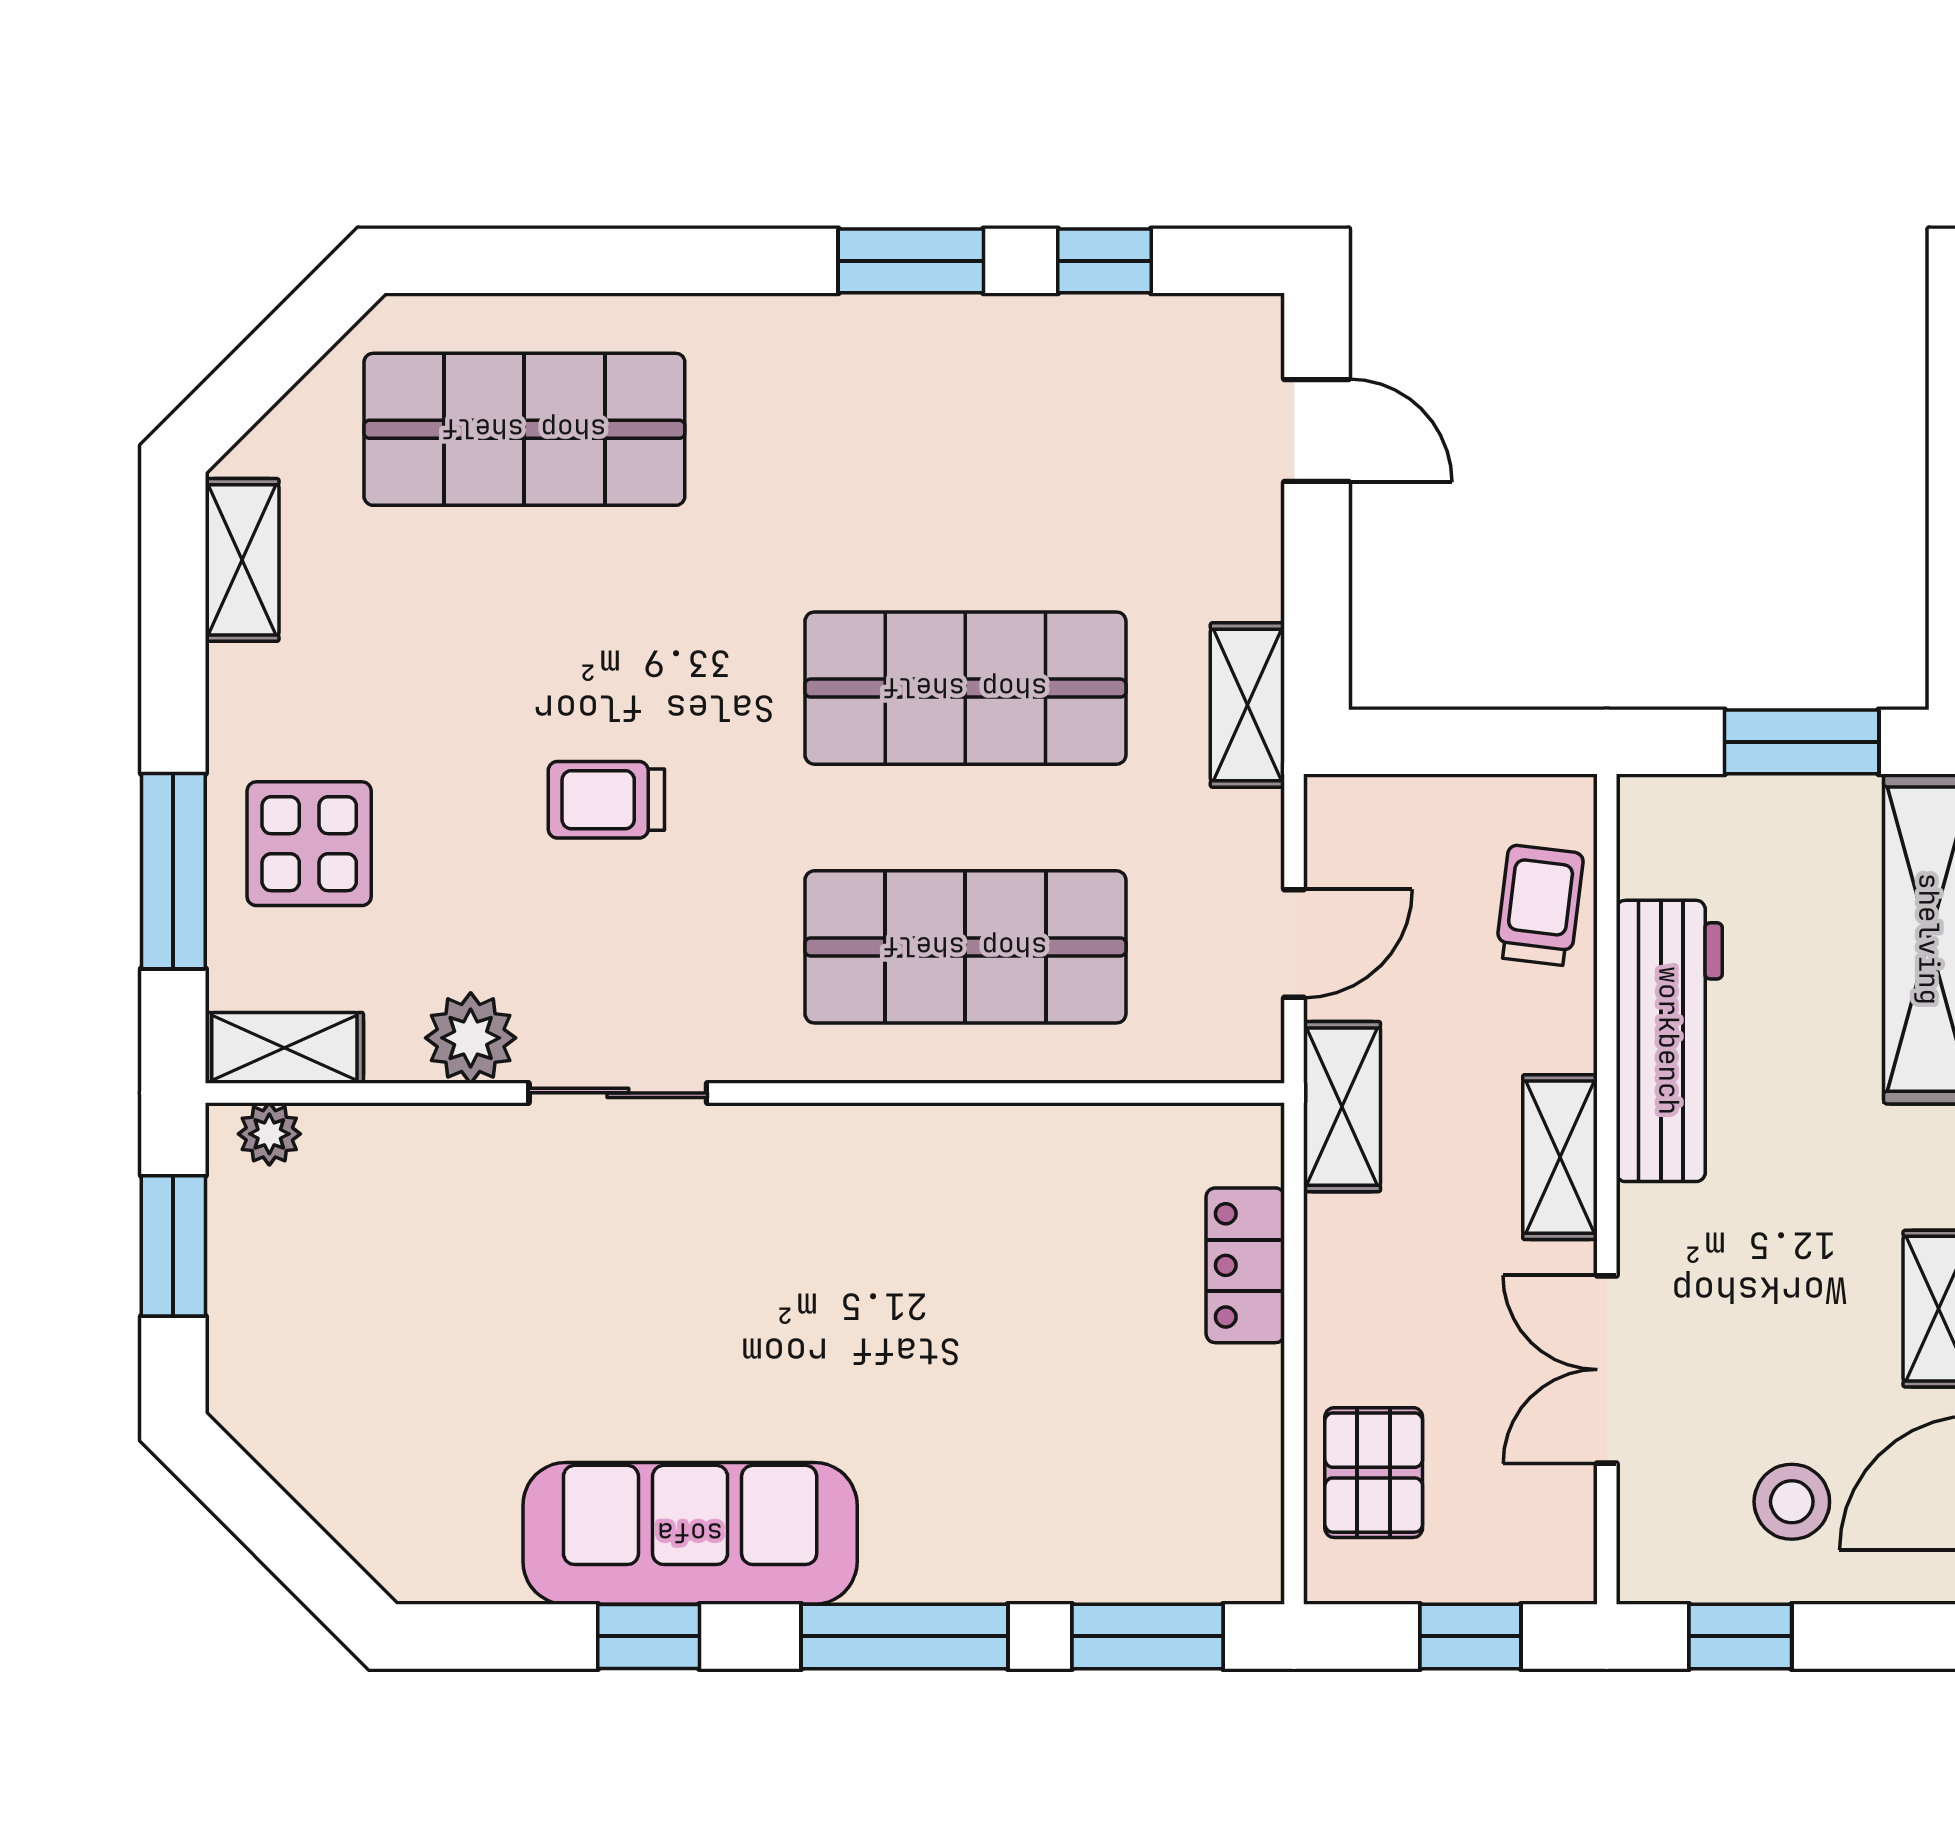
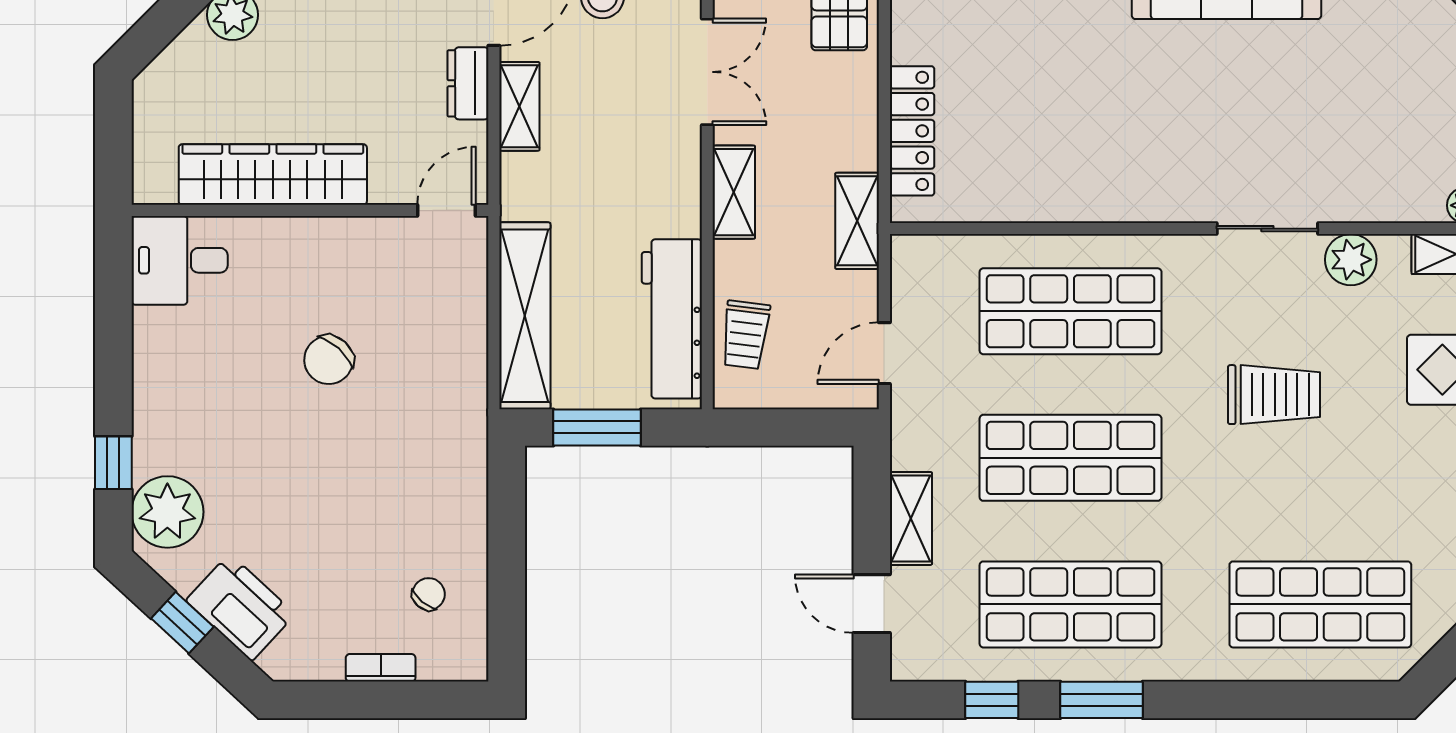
shop shelf: (965, 429) -> (1071, 604), added
shelving: (1247, 705) -> (911, 518), moved
trolley: (606, 800) -> (1274, 395), width x1.36, depth x1.39
door: (1294, 943) -> (884, 353), moved
workbench: (1669, 1041) -> (672, 319), moved
locker: (1245, 1265) -> (912, 131), width x1.53

